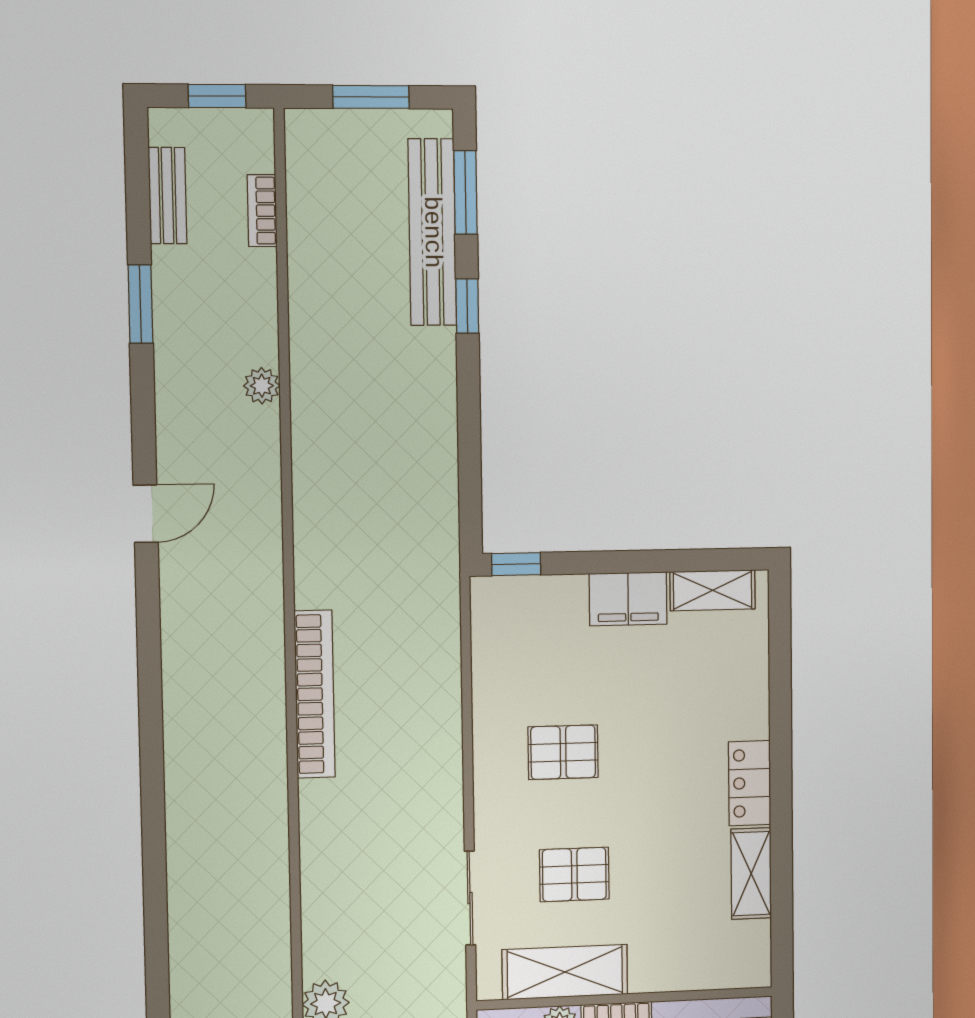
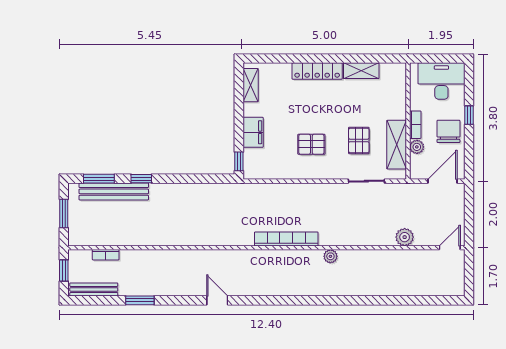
bench: (167, 196) -> (94, 289), width x1.36
plant: (262, 386) -> (330, 256), moved
filing cabinet: (628, 599) -> (253, 132), moved
pallet: (563, 752) -> (311, 144), turned 90
locker: (750, 783) -> (317, 71), width x1.53

